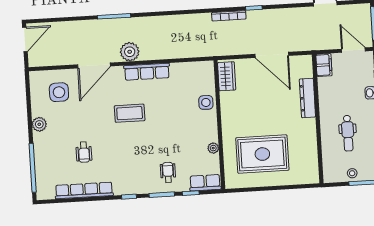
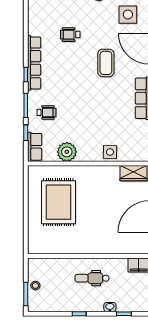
dresser: (307, 98) -> (109, 248), removed
coffee table: (130, 113) -> (106, 63), moved
dental chair: (348, 133) -> (92, 278), moved
plant: (213, 148) -> (67, 152), width x1.88, depth x1.88
row of seats: (84, 190) -> (34, 63), moved

